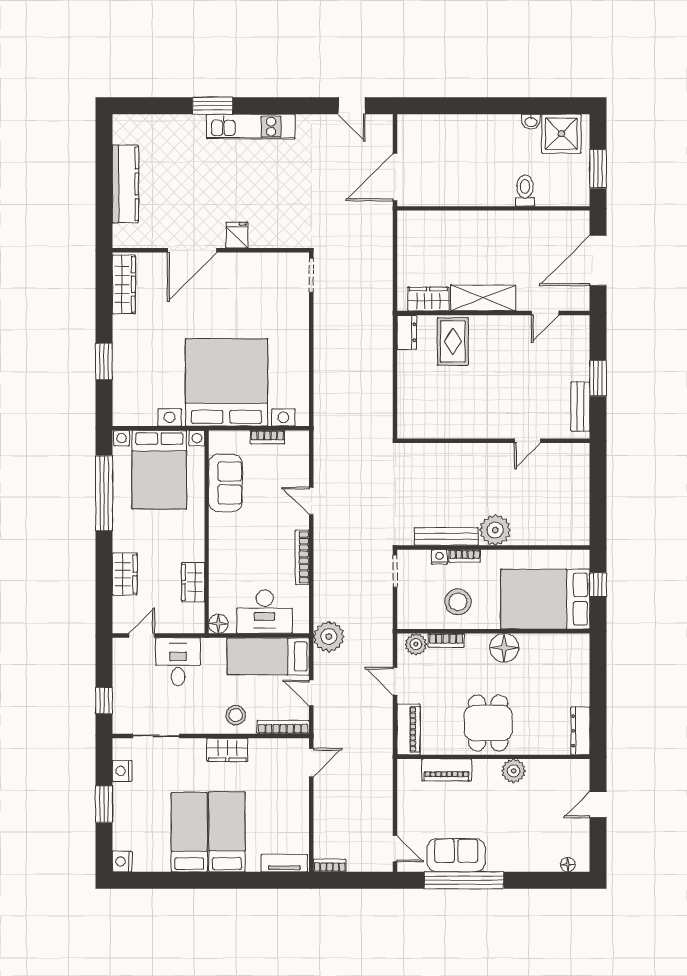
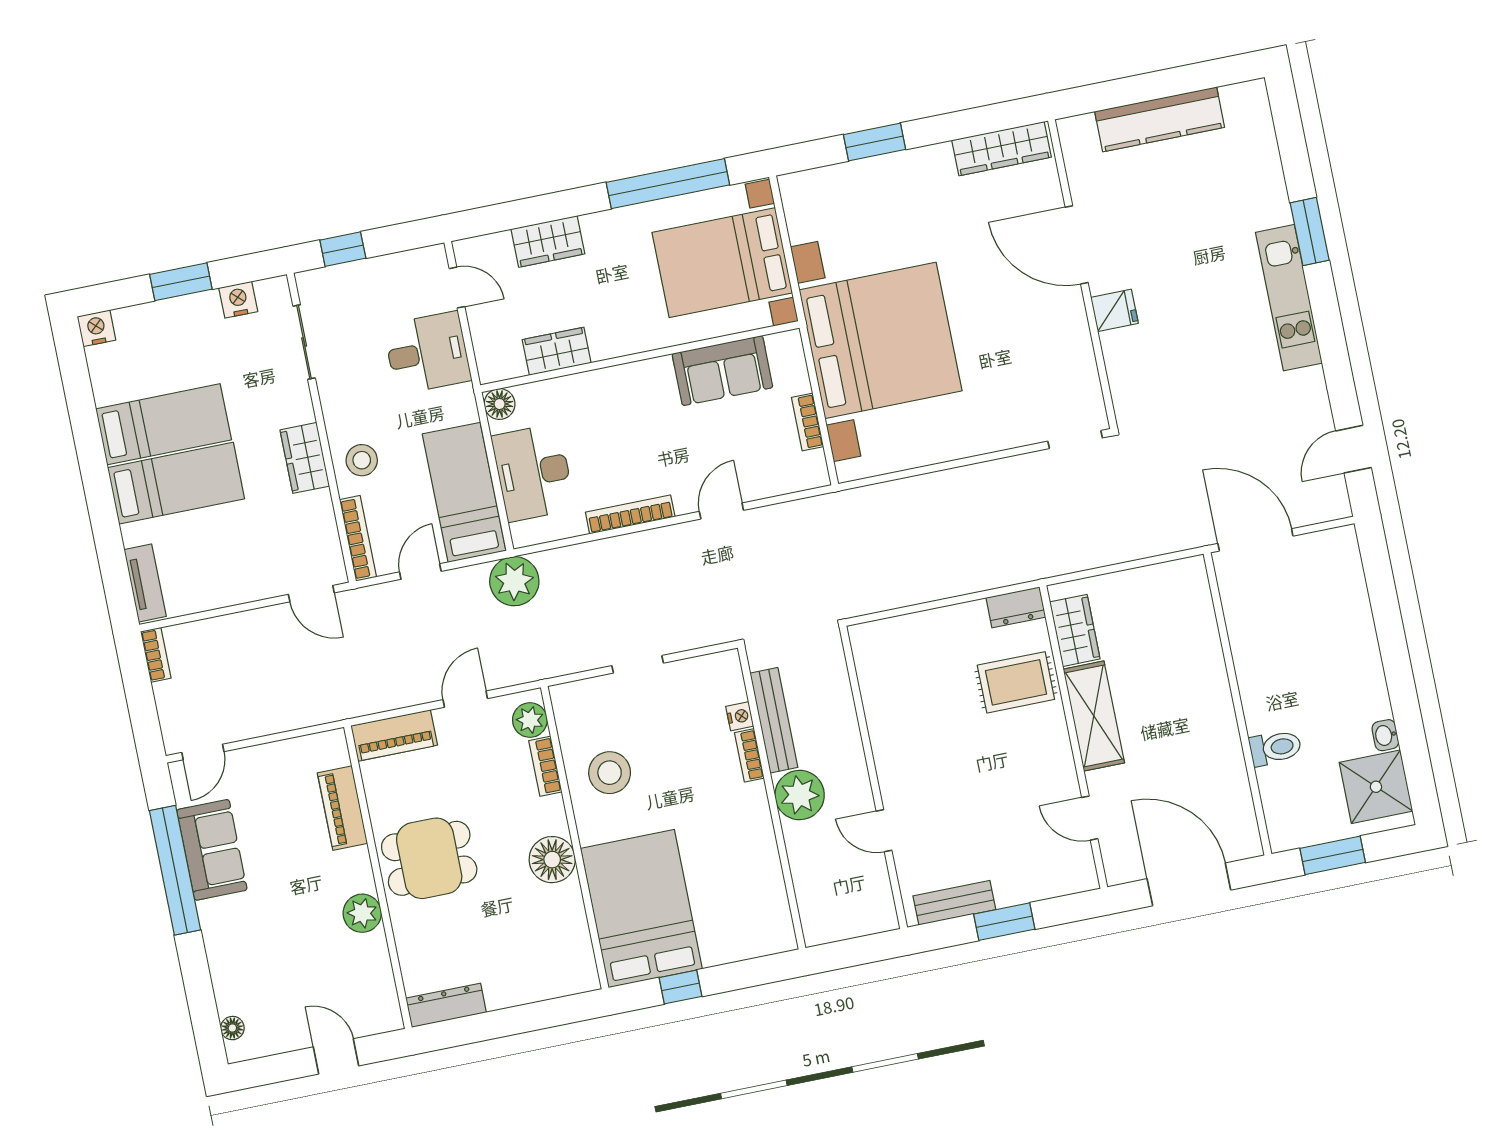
plant: (495, 530) -> (800, 795), moved
bench: (446, 536) -> (774, 720), moved
wall: (493, 548) -> (772, 798), moved
bookcase: (465, 556) -> (749, 755), moved
nightstand: (439, 557) -> (740, 716), moved

